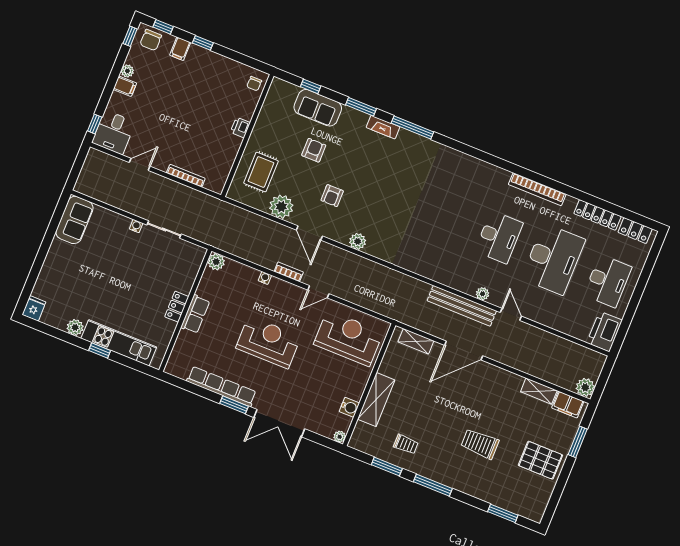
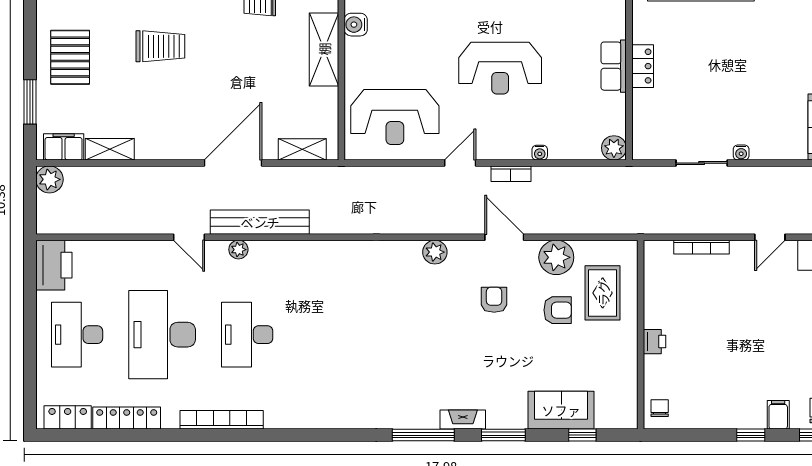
armchair: (314, 150) -> (558, 310), moved, turned -90
pallet: (540, 460) -> (70, 57), turned 90

